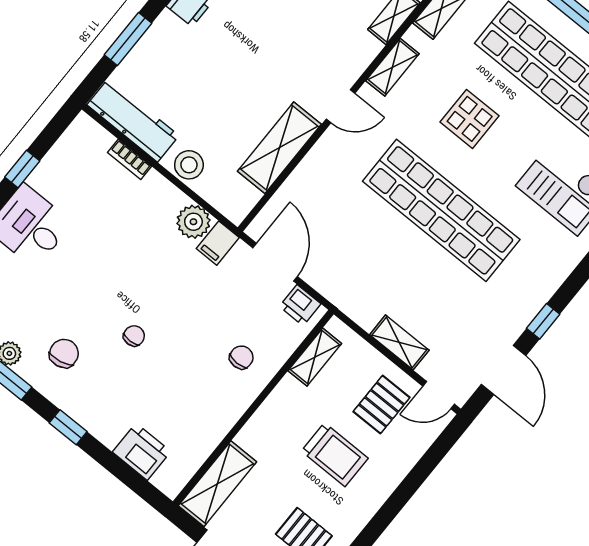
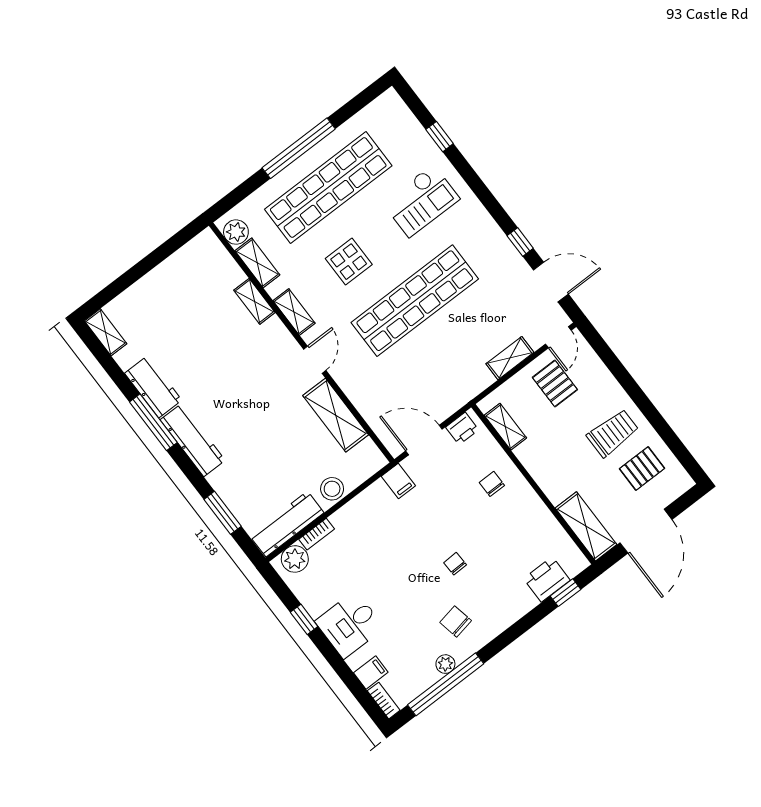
plant: (193, 222) -> (295, 559), moved
window: (68, 427) -> (566, 593), moved
trolley: (335, 455) -> (613, 433), moved

